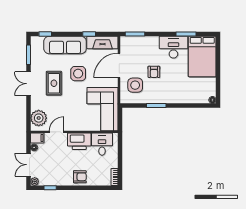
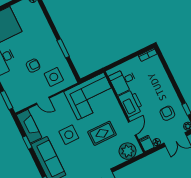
door: (119, 65) -> (43, 101), width x0.53
rug: (54, 83) -> (102, 133), moved
door: (56, 132) -> (132, 128), swing flipped
armchair: (80, 177) -> (167, 113), moved

